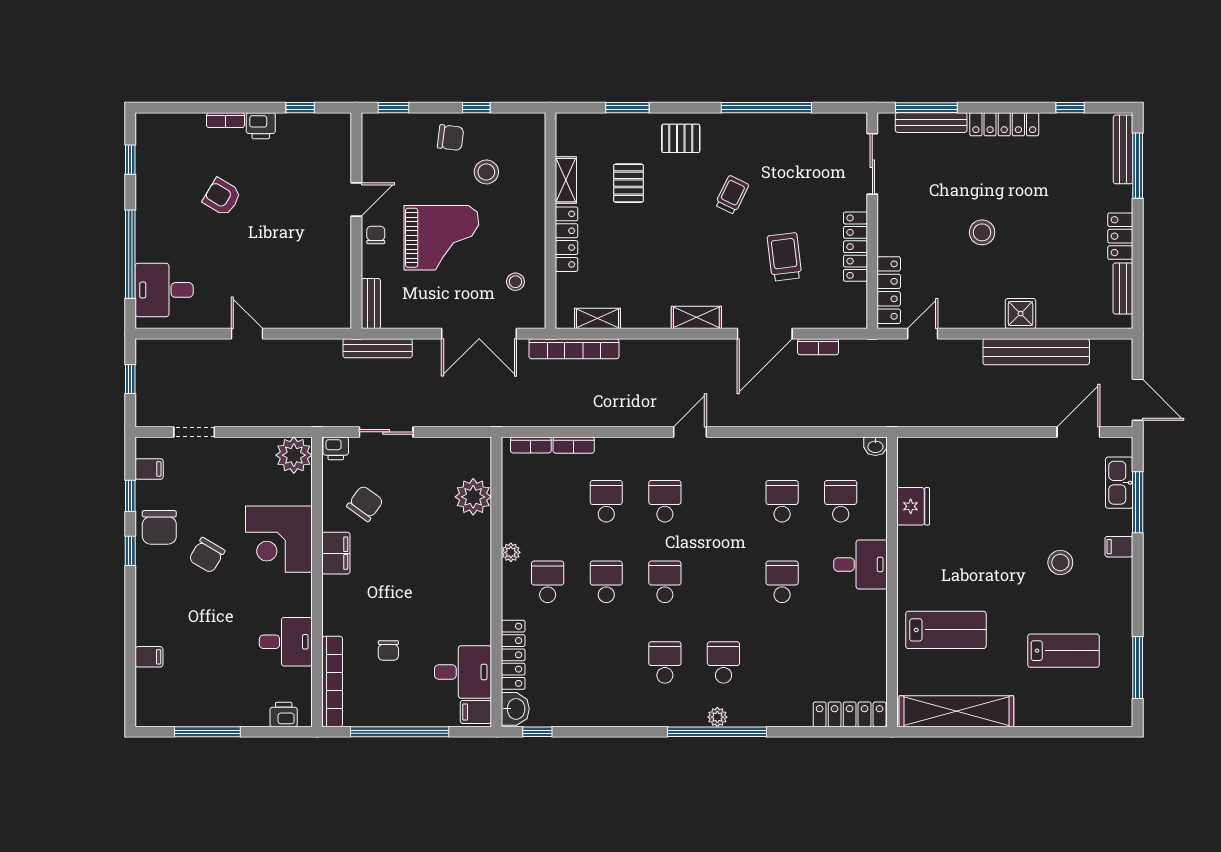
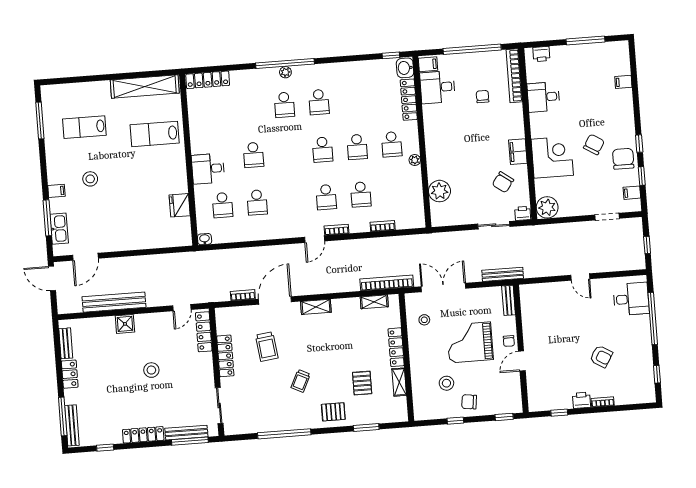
bookcase: (531, 445) -> (336, 230), moved

